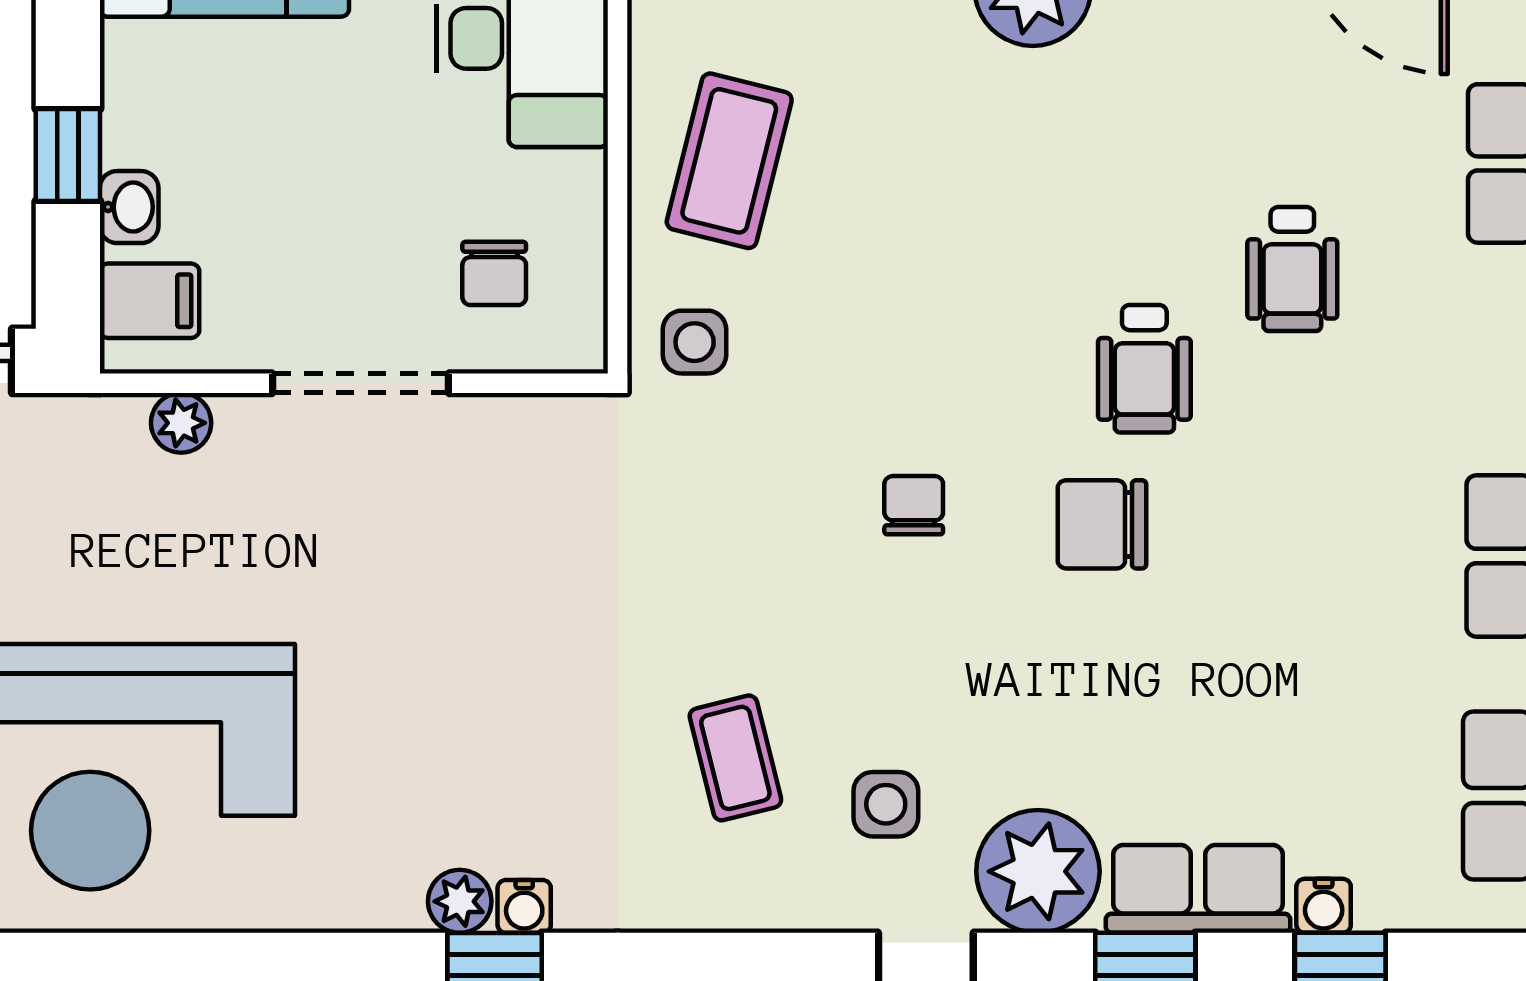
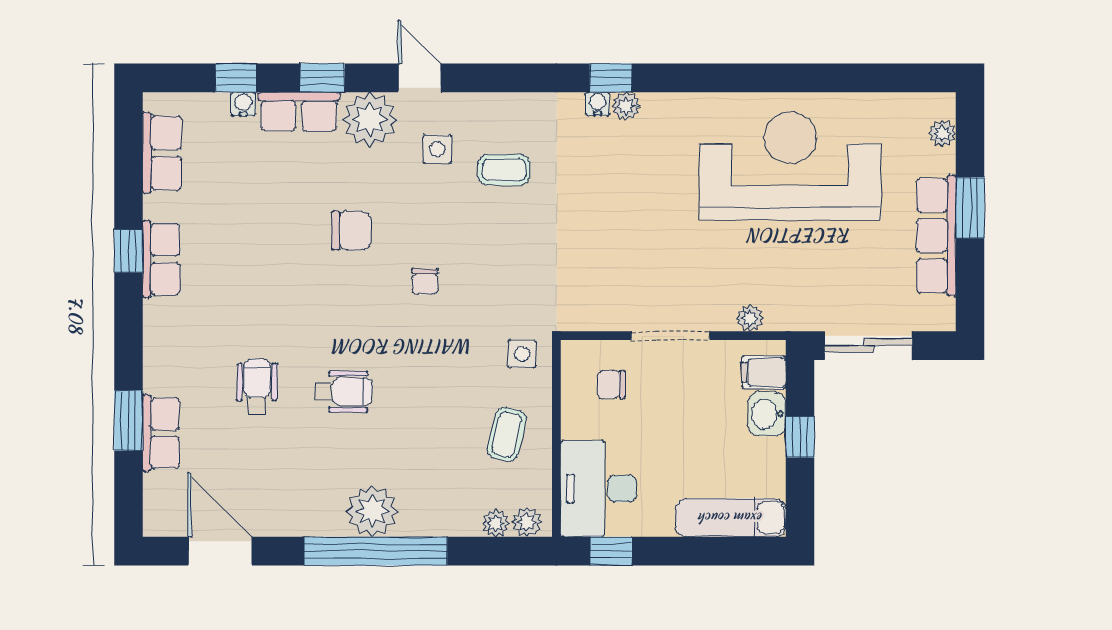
coffee table: (729, 161) -> (507, 434), width x0.73, depth x0.77
washbasin: (129, 207) -> (767, 414), width x1.38, depth x1.45
chair: (494, 273) -> (611, 384), turned -90
wheelchair: (1144, 369) -> (344, 392), moved, turned 90
chair: (1102, 524) -> (351, 231), moved
coffee table: (735, 758) -> (504, 170), turned -76

